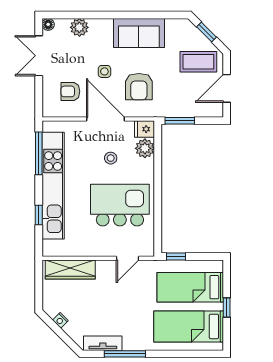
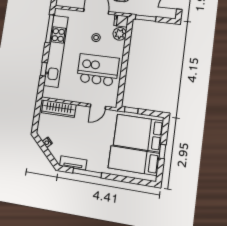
bed: (190, 287) -> (138, 133), width x1.50

